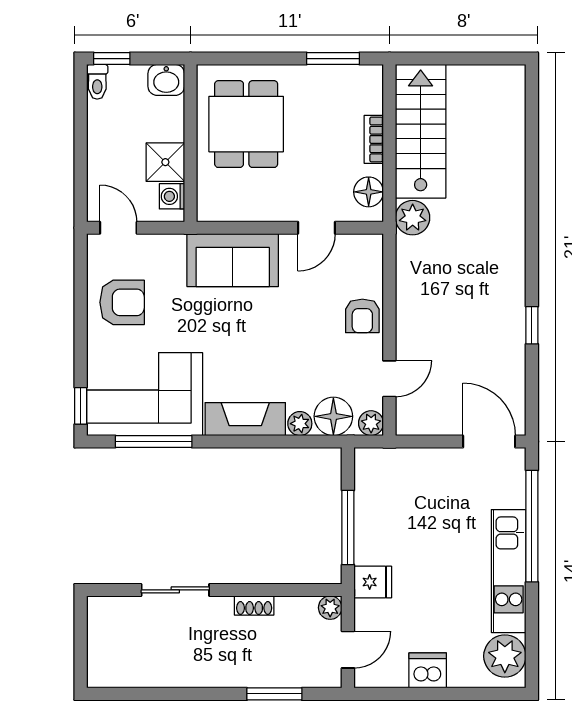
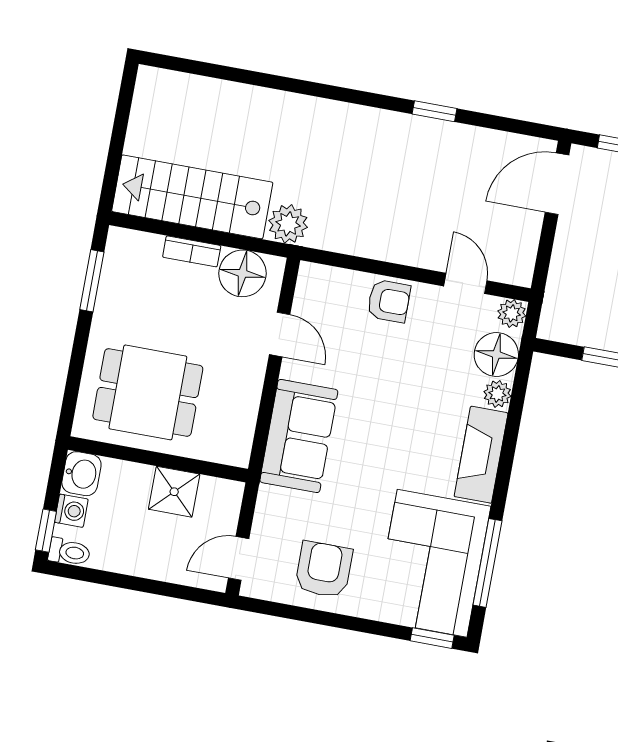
floor lamp: (369, 192) -> (242, 273), width x1.38, depth x1.38
washing machine: (172, 196) -> (71, 511), moved, turned -90

